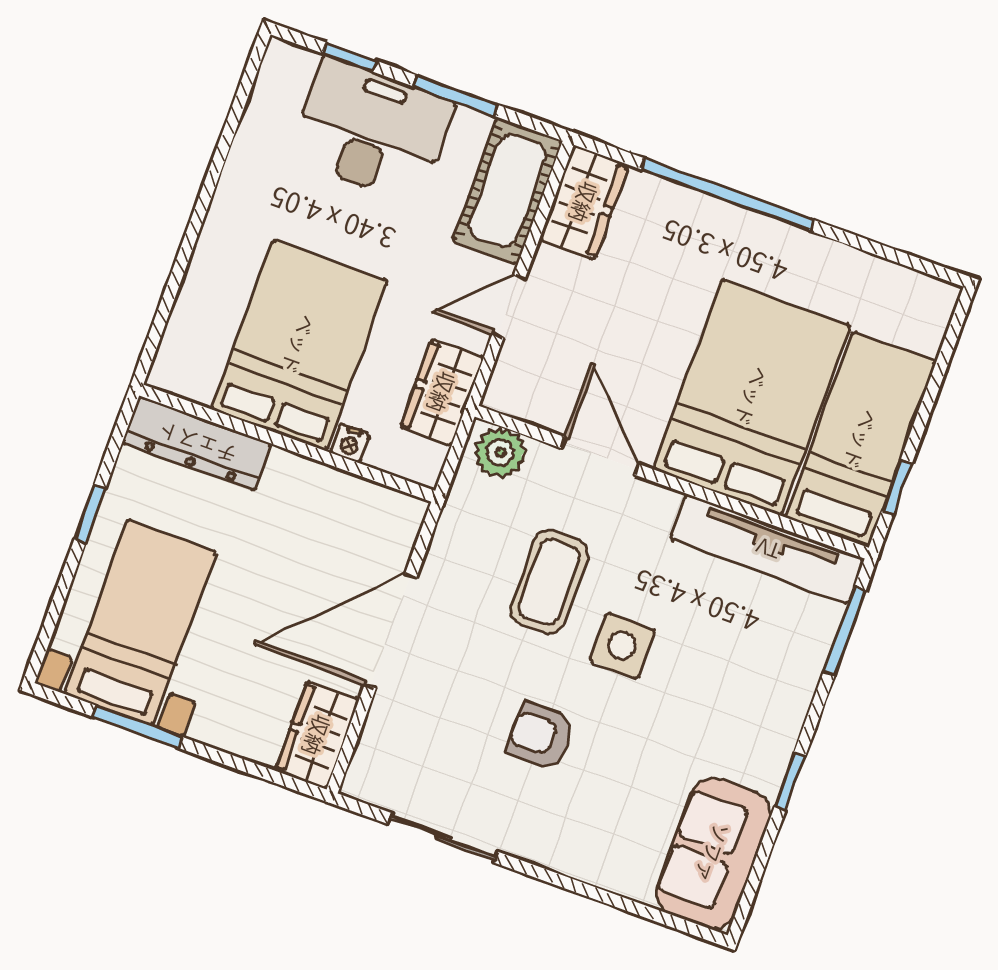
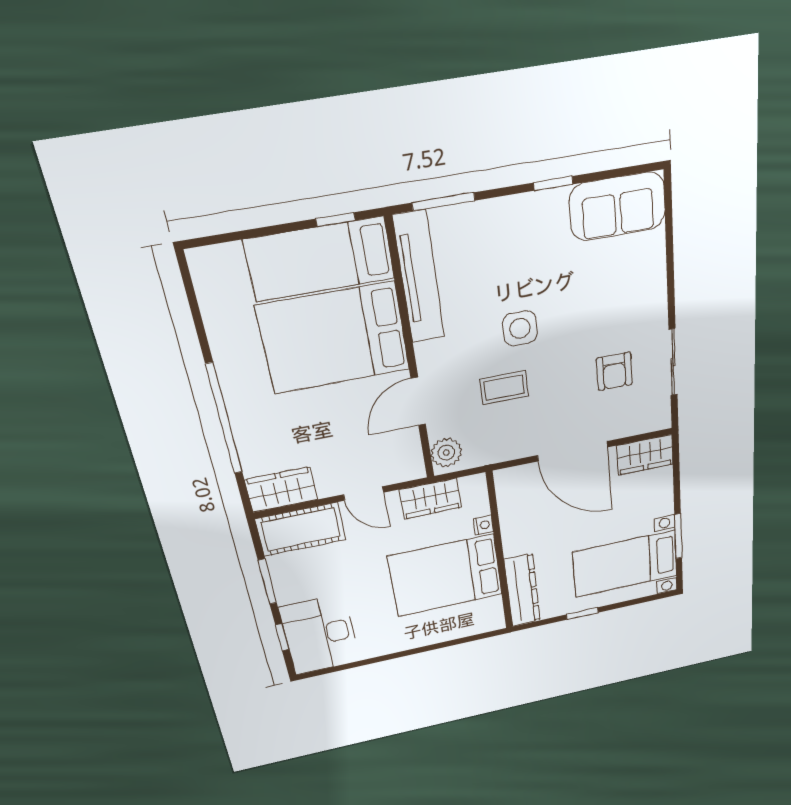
desk: (371, 130) -> (320, 635), moved
coffee table: (549, 582) -> (504, 387), width x0.73, depth x0.77
armchair: (541, 736) -> (614, 371), moved

